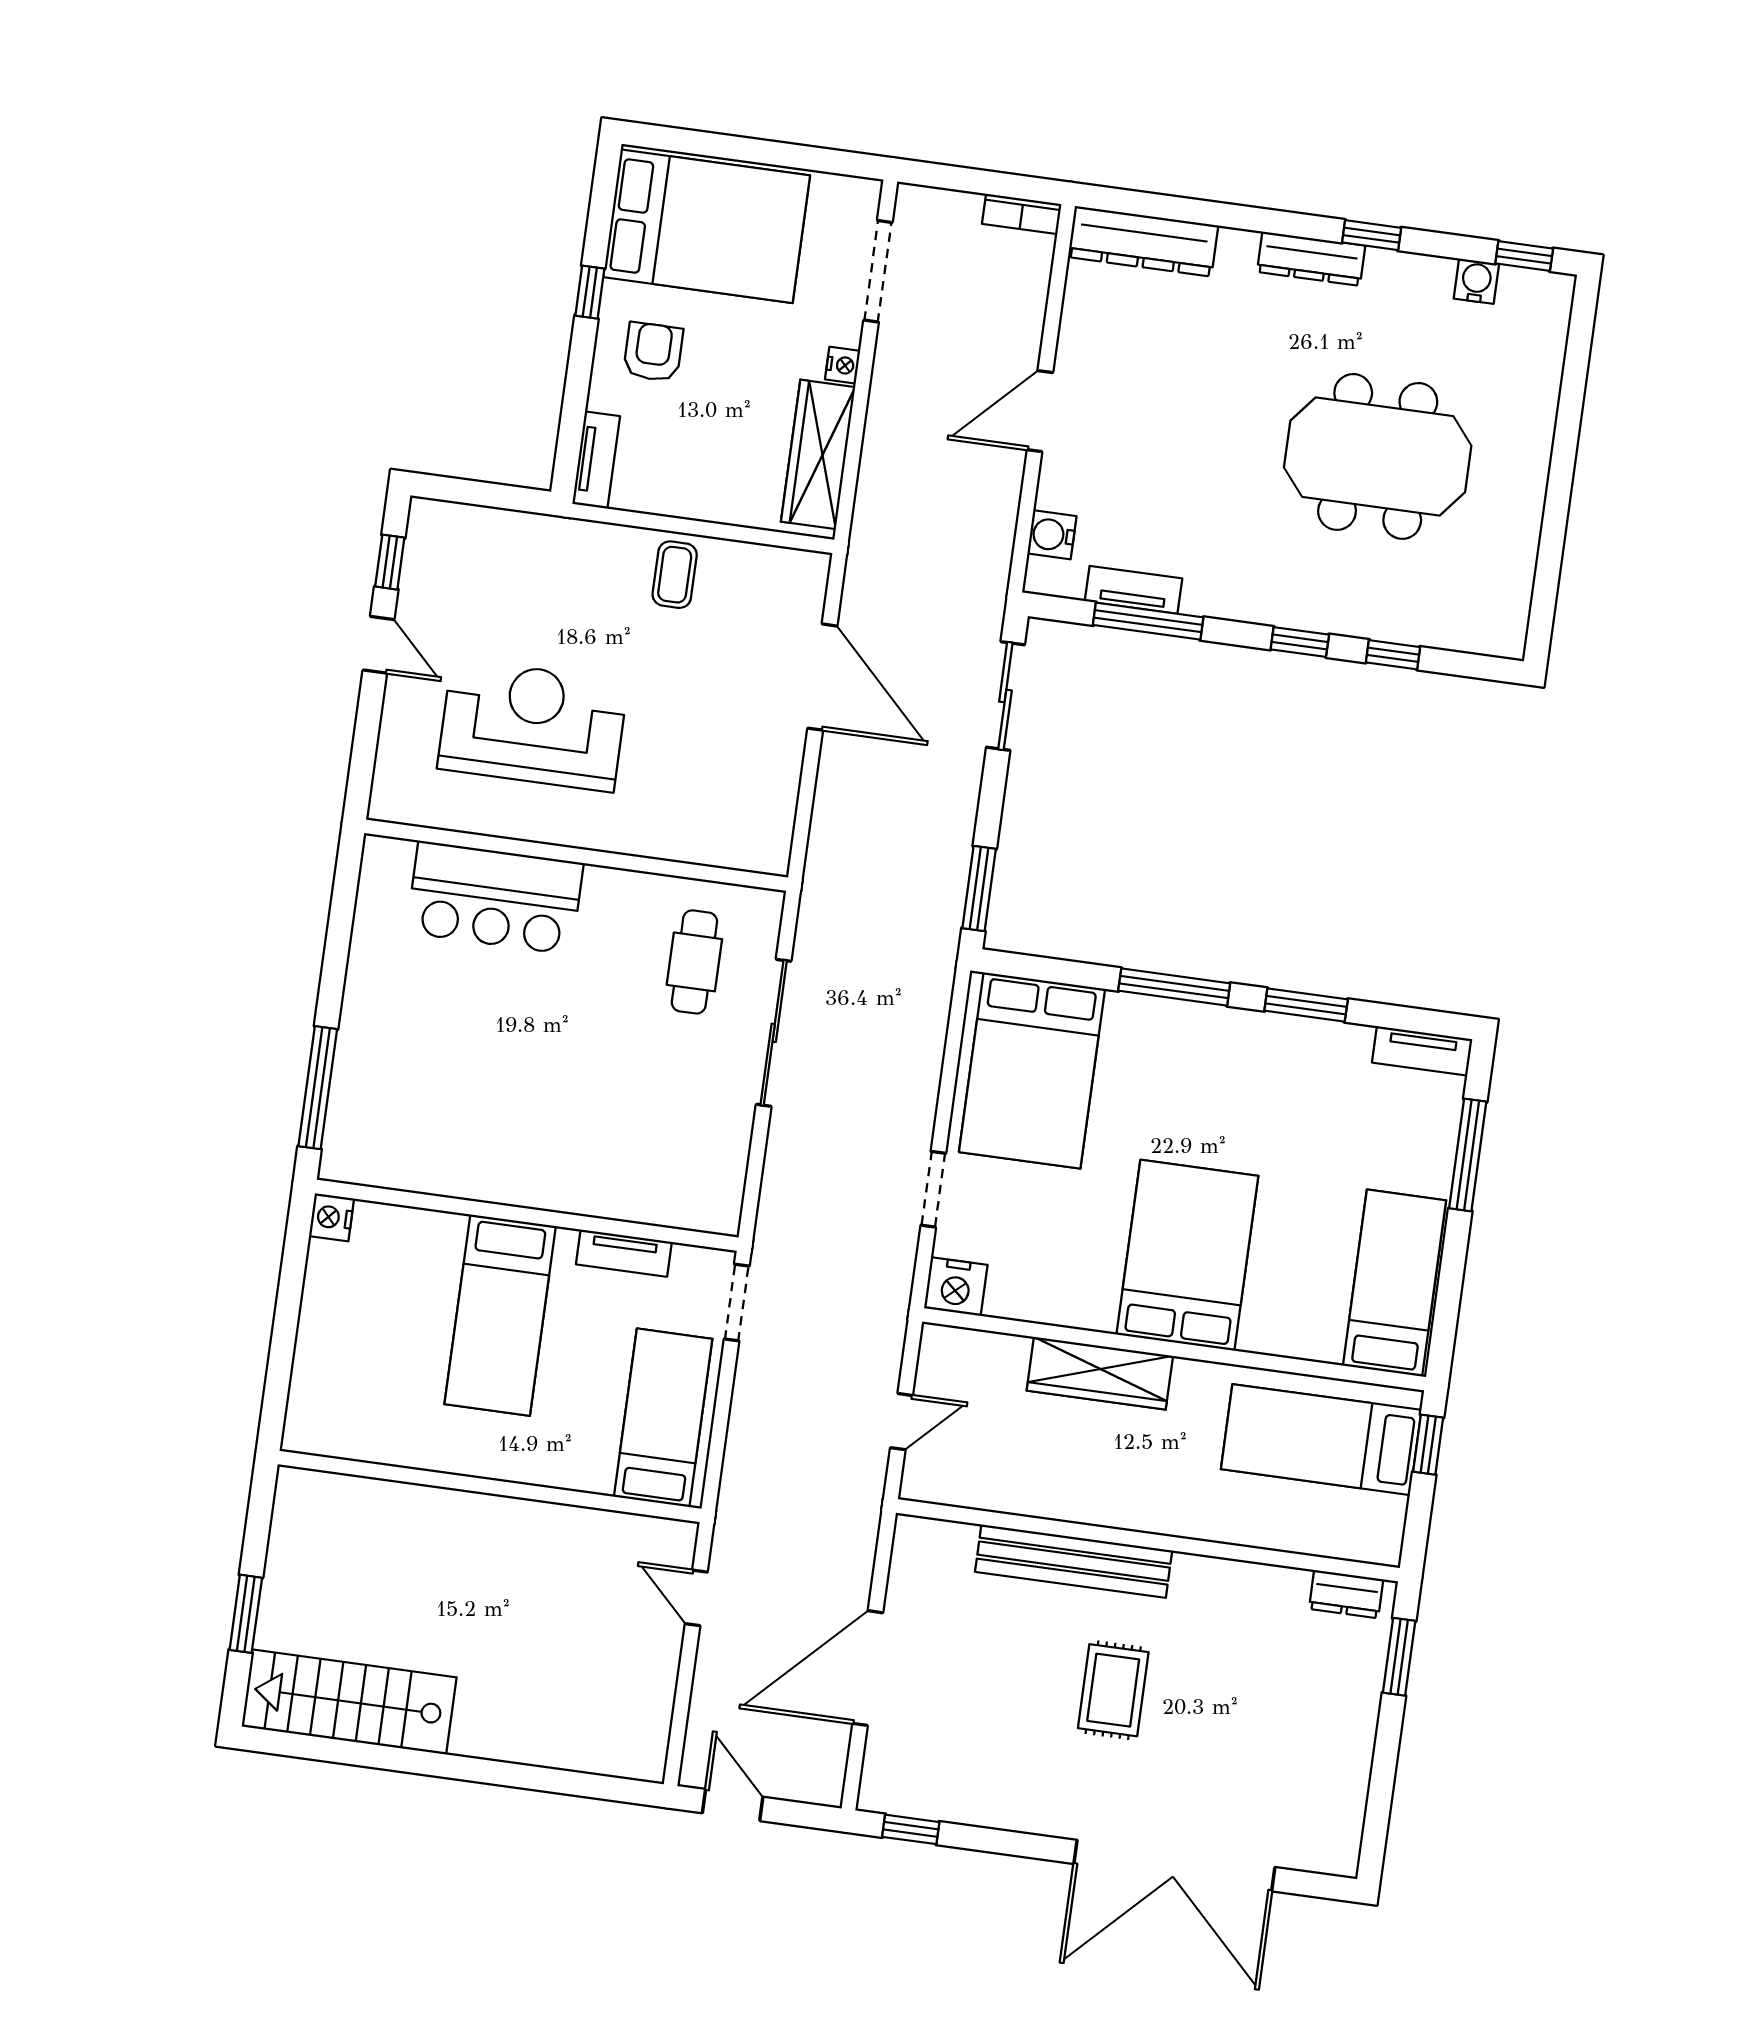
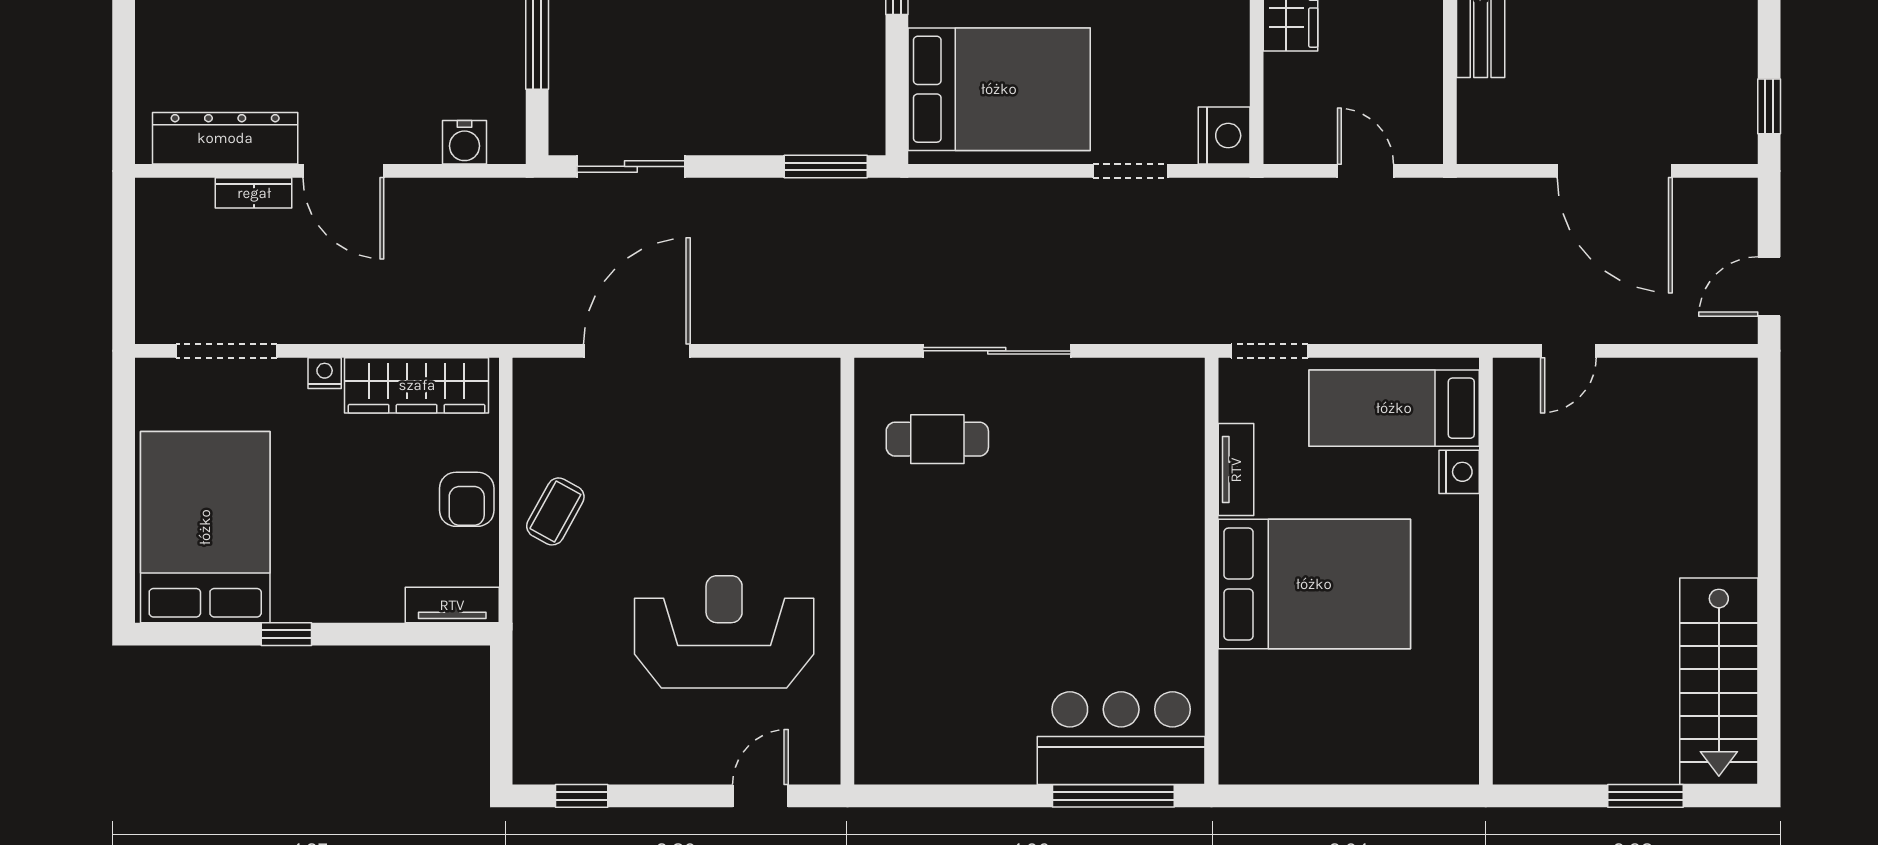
bookcase: (1022, 214) -> (254, 193), moved, turned 90
dresser: (1143, 241) -> (225, 138), moved, turned -90
armchair: (653, 352) -> (467, 499), moved, turned -90
coffee table: (675, 575) -> (555, 511), turned -61
tv unit: (1134, 590) -> (508, 54), removed
door: (378, 645) -> (760, 796), moved
reception desk: (533, 725) -> (724, 632), turned 90
bar counter: (495, 898) -> (1121, 738), moved, turned -90
nightstand: (332, 1217) -> (1459, 472), moved, turned -90
bed: (500, 1315) -> (1314, 584), width x1.50

